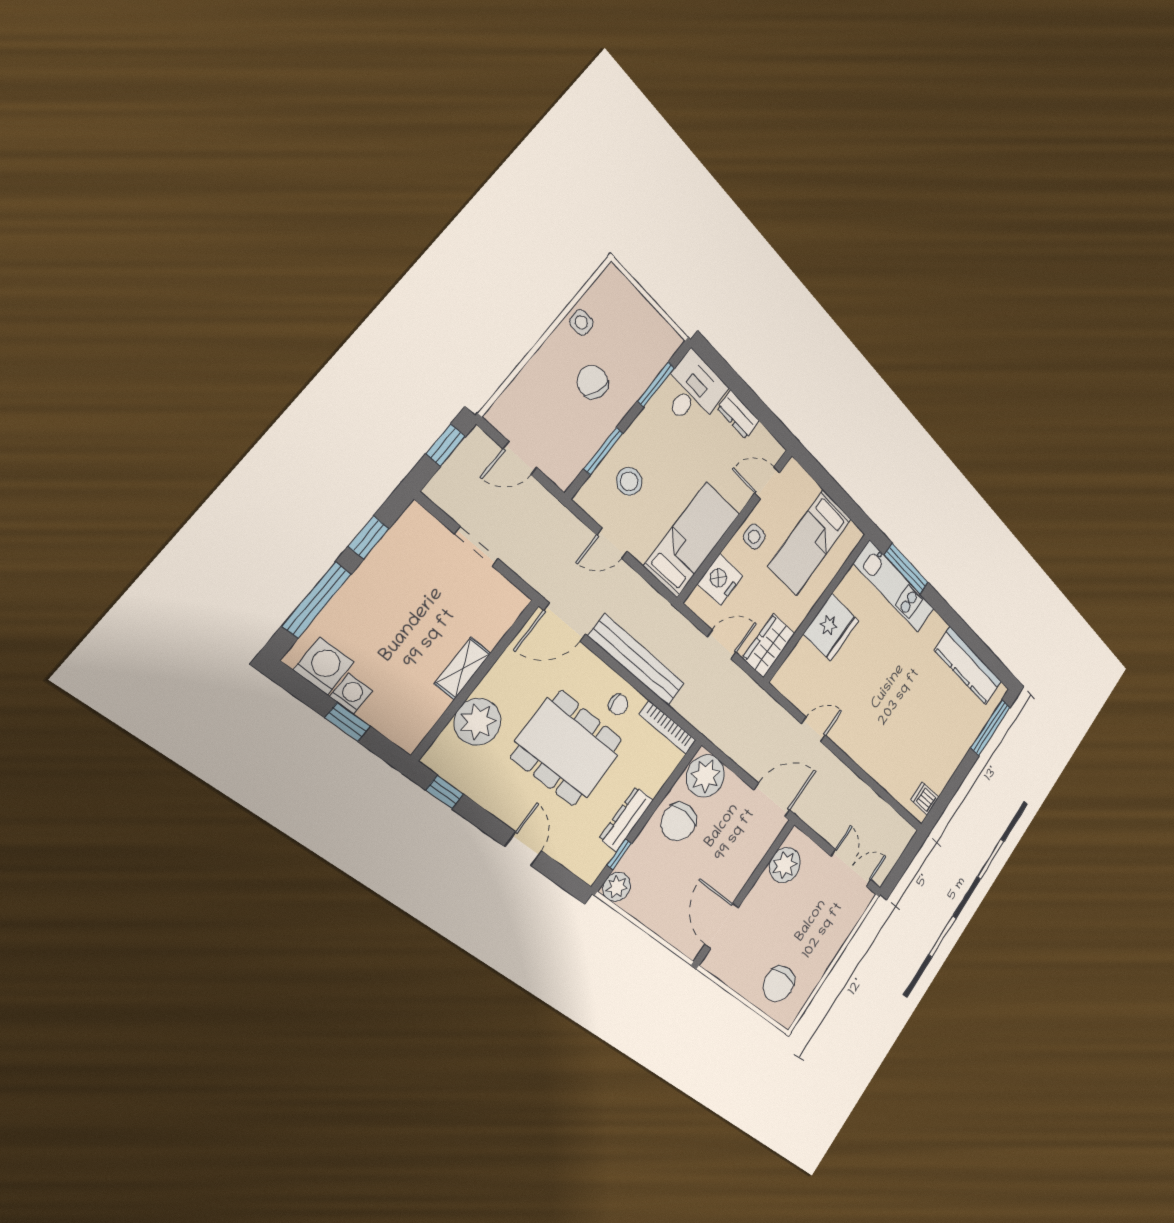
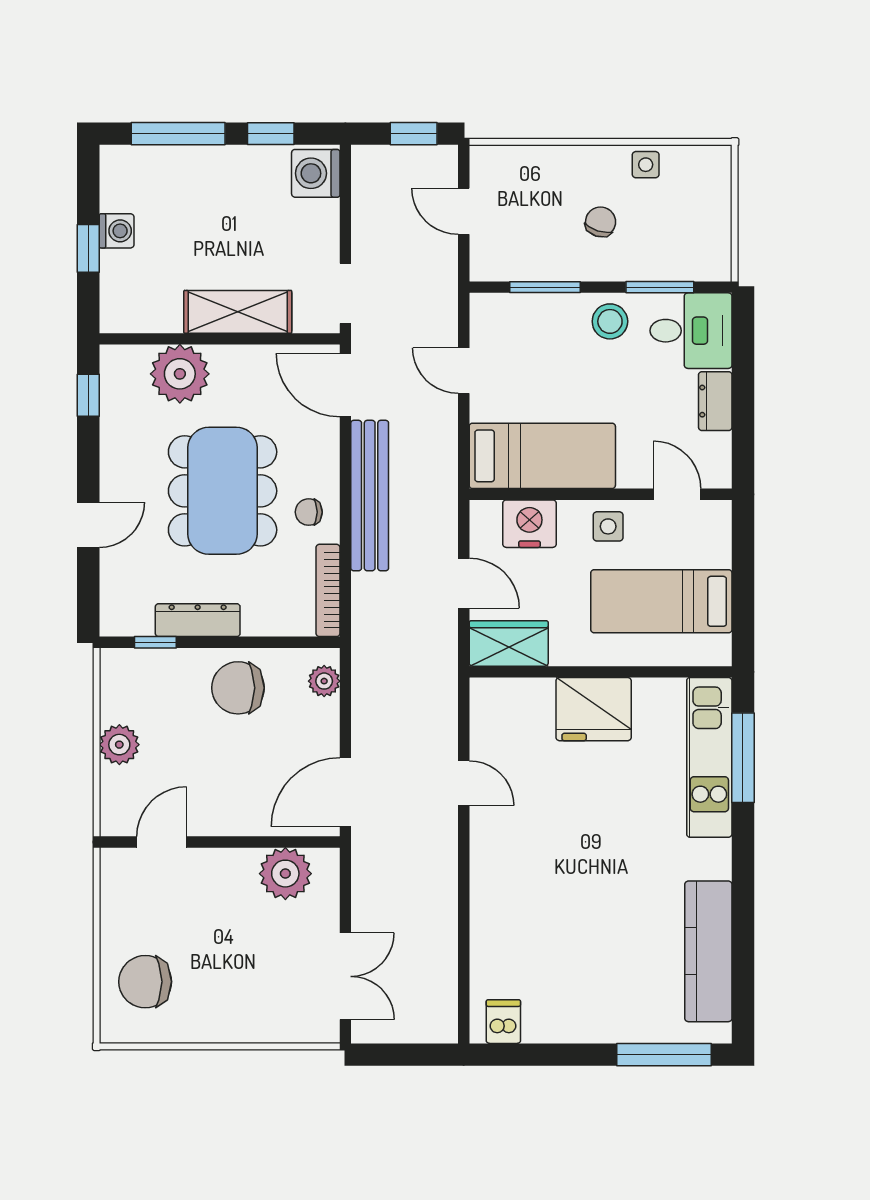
chair: (593, 382) -> (601, 222), width x0.73, depth x0.73
stool: (629, 481) -> (610, 321), moved
doorway: (476, 546) -> (345, 293), moved
washing machine: (324, 666) -> (316, 173), moved, turned 180
shelving: (463, 668) -> (238, 312), width x1.50, depth x1.33
chair: (618, 704) -> (309, 512), turned 90
plant: (705, 776) -> (324, 681), width x0.53, depth x0.53
door: (772, 800) -> (345, 792), swing flipped
plant: (617, 887) -> (119, 745), moved
door: (722, 926) -> (162, 842), width x0.73

